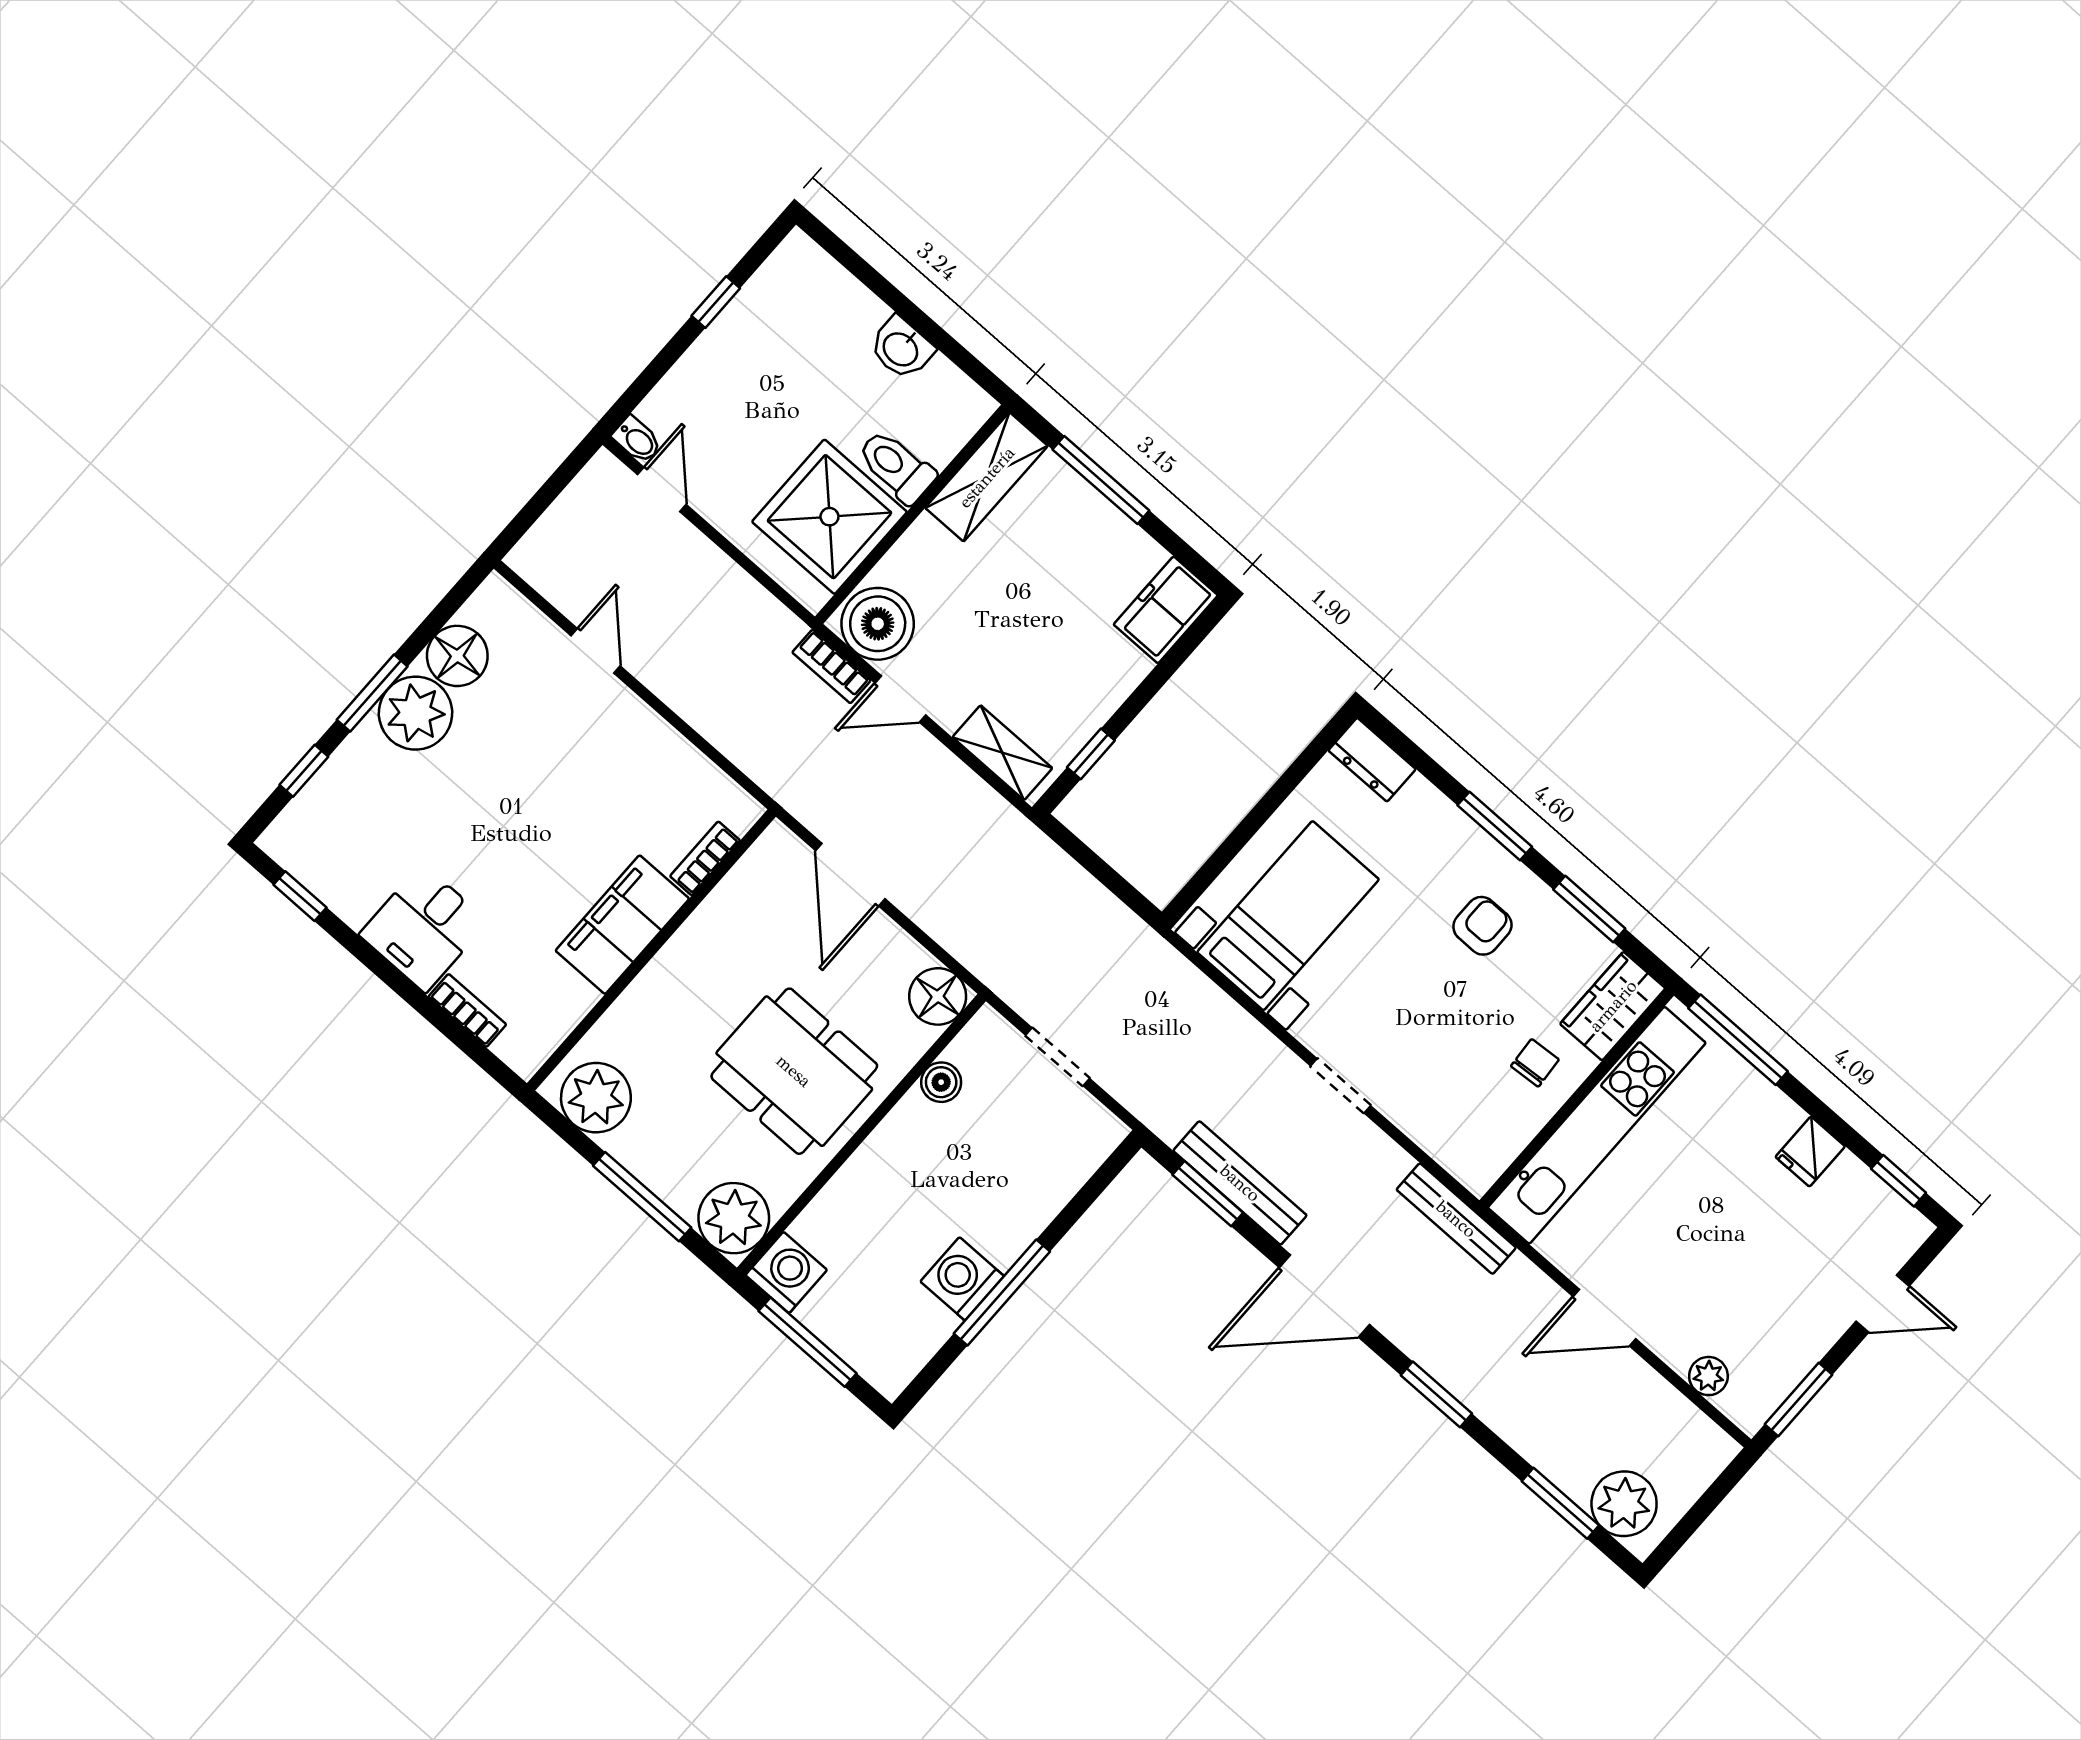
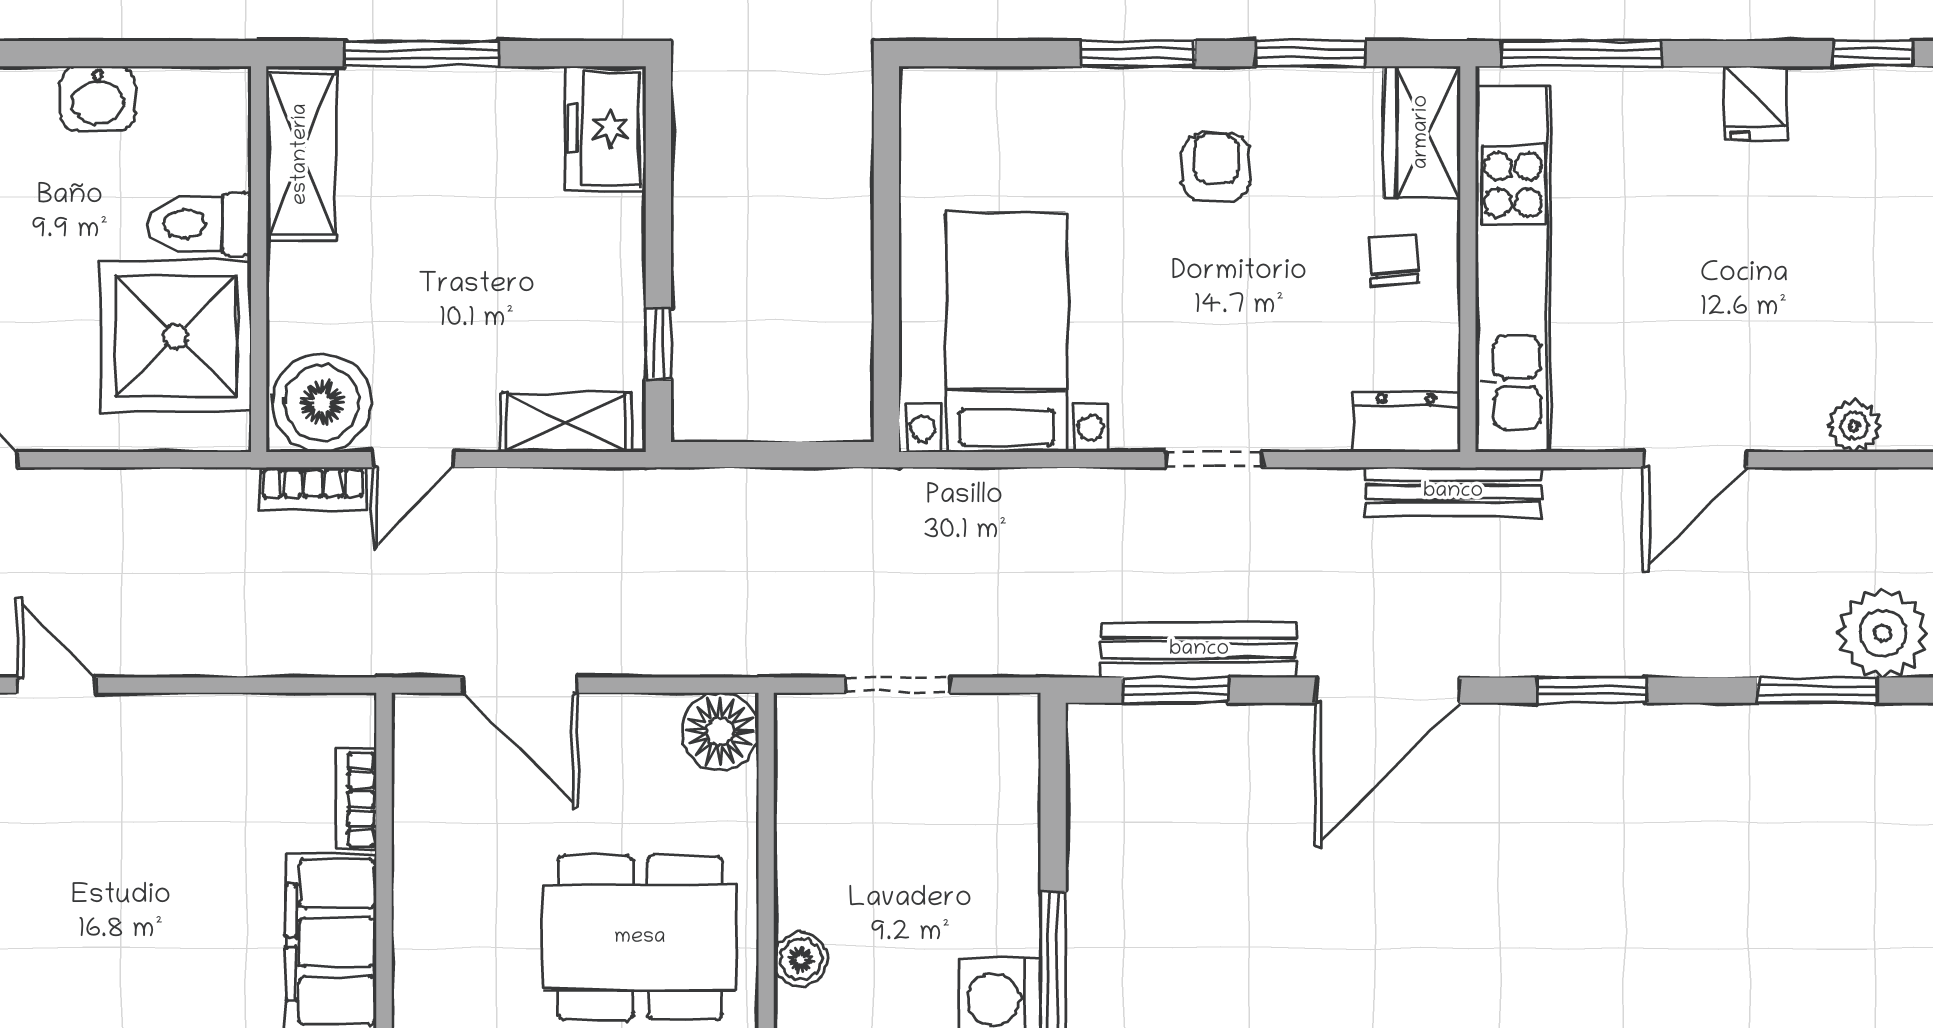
dresser: (1372, 760) -> (1406, 422), moved, turned 180
boiler: (941, 1082) -> (801, 959), moved

